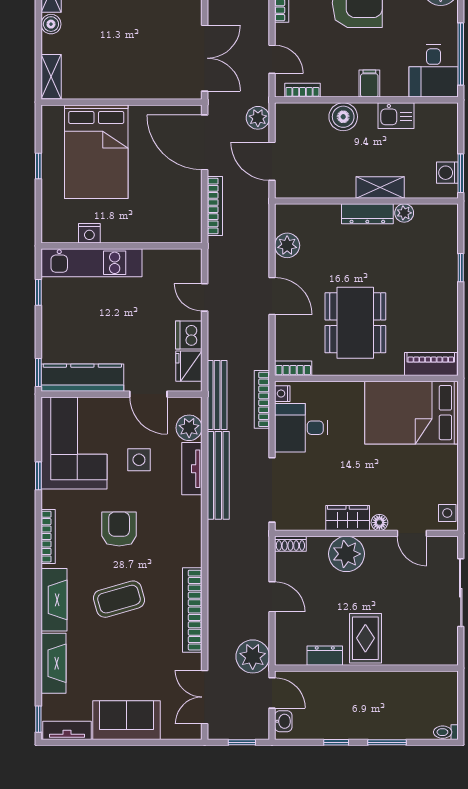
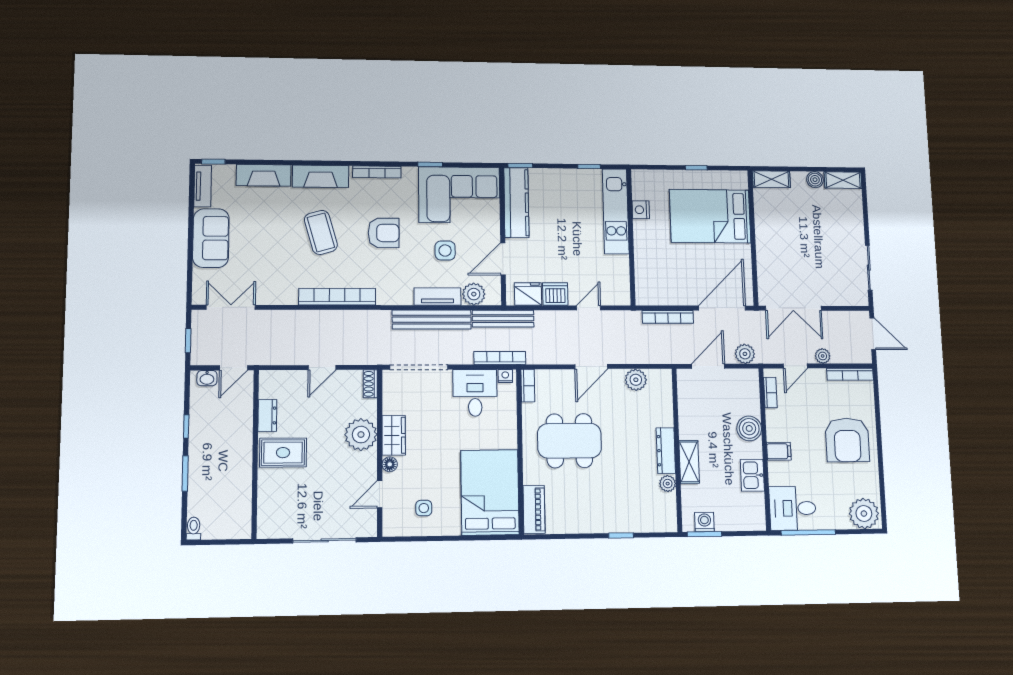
side table: (447, 513) -> (424, 508), moved
bookcase: (192, 610) -> (337, 297), moved
plant: (253, 656) -> (823, 356), moved, width x0.53, depth x0.53

